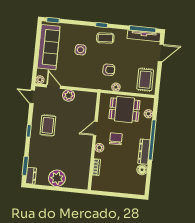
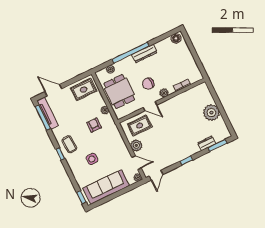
door: (54, 87) -> (137, 163), swing flipped
rug: (48, 125) -> (140, 126), moved
floor lamp: (142, 170) -> (176, 38), moved
dresser: (31, 176) -> (207, 143), moved

